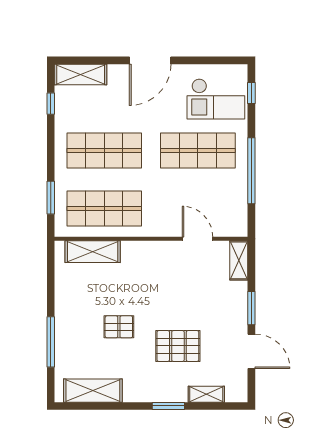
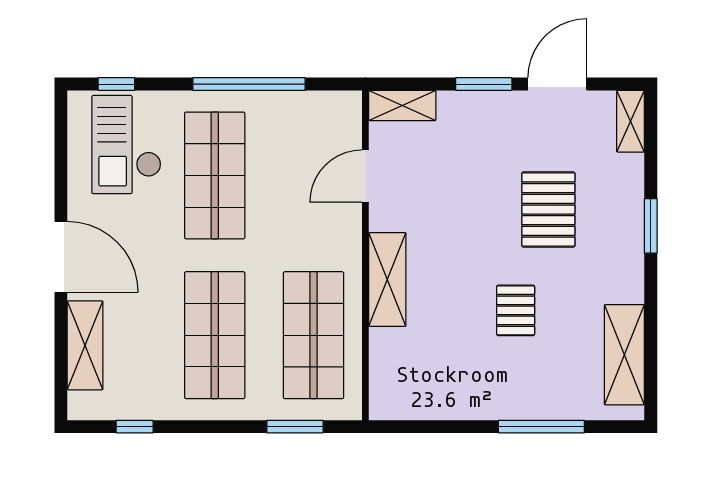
shelving: (81, 75) -> (85, 345), moved
checkout: (216, 99) -> (126, 145), turned 180
shelving: (93, 252) -> (387, 279), moved
shelving: (206, 394) -> (631, 121), moved

